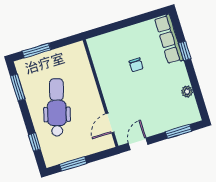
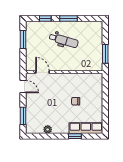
window: (36, 51) -> (105, 54), moved
window: (18, 88) -> (69, 19), moved
dental chair: (57, 107) -> (64, 40), width x0.73, depth x0.72

